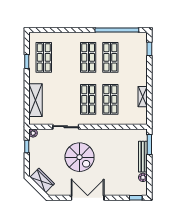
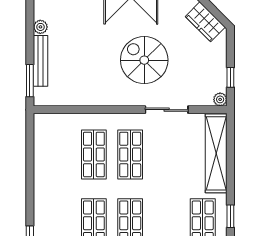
shelving: (143, 97) -> (41, 159), removed
shelving: (36, 100) -> (216, 153), width x1.47

